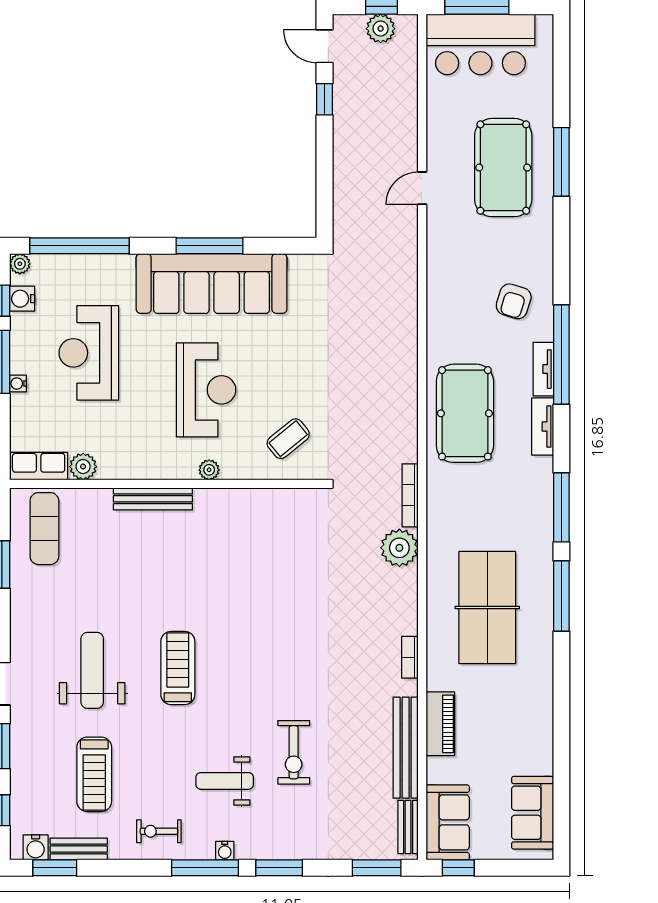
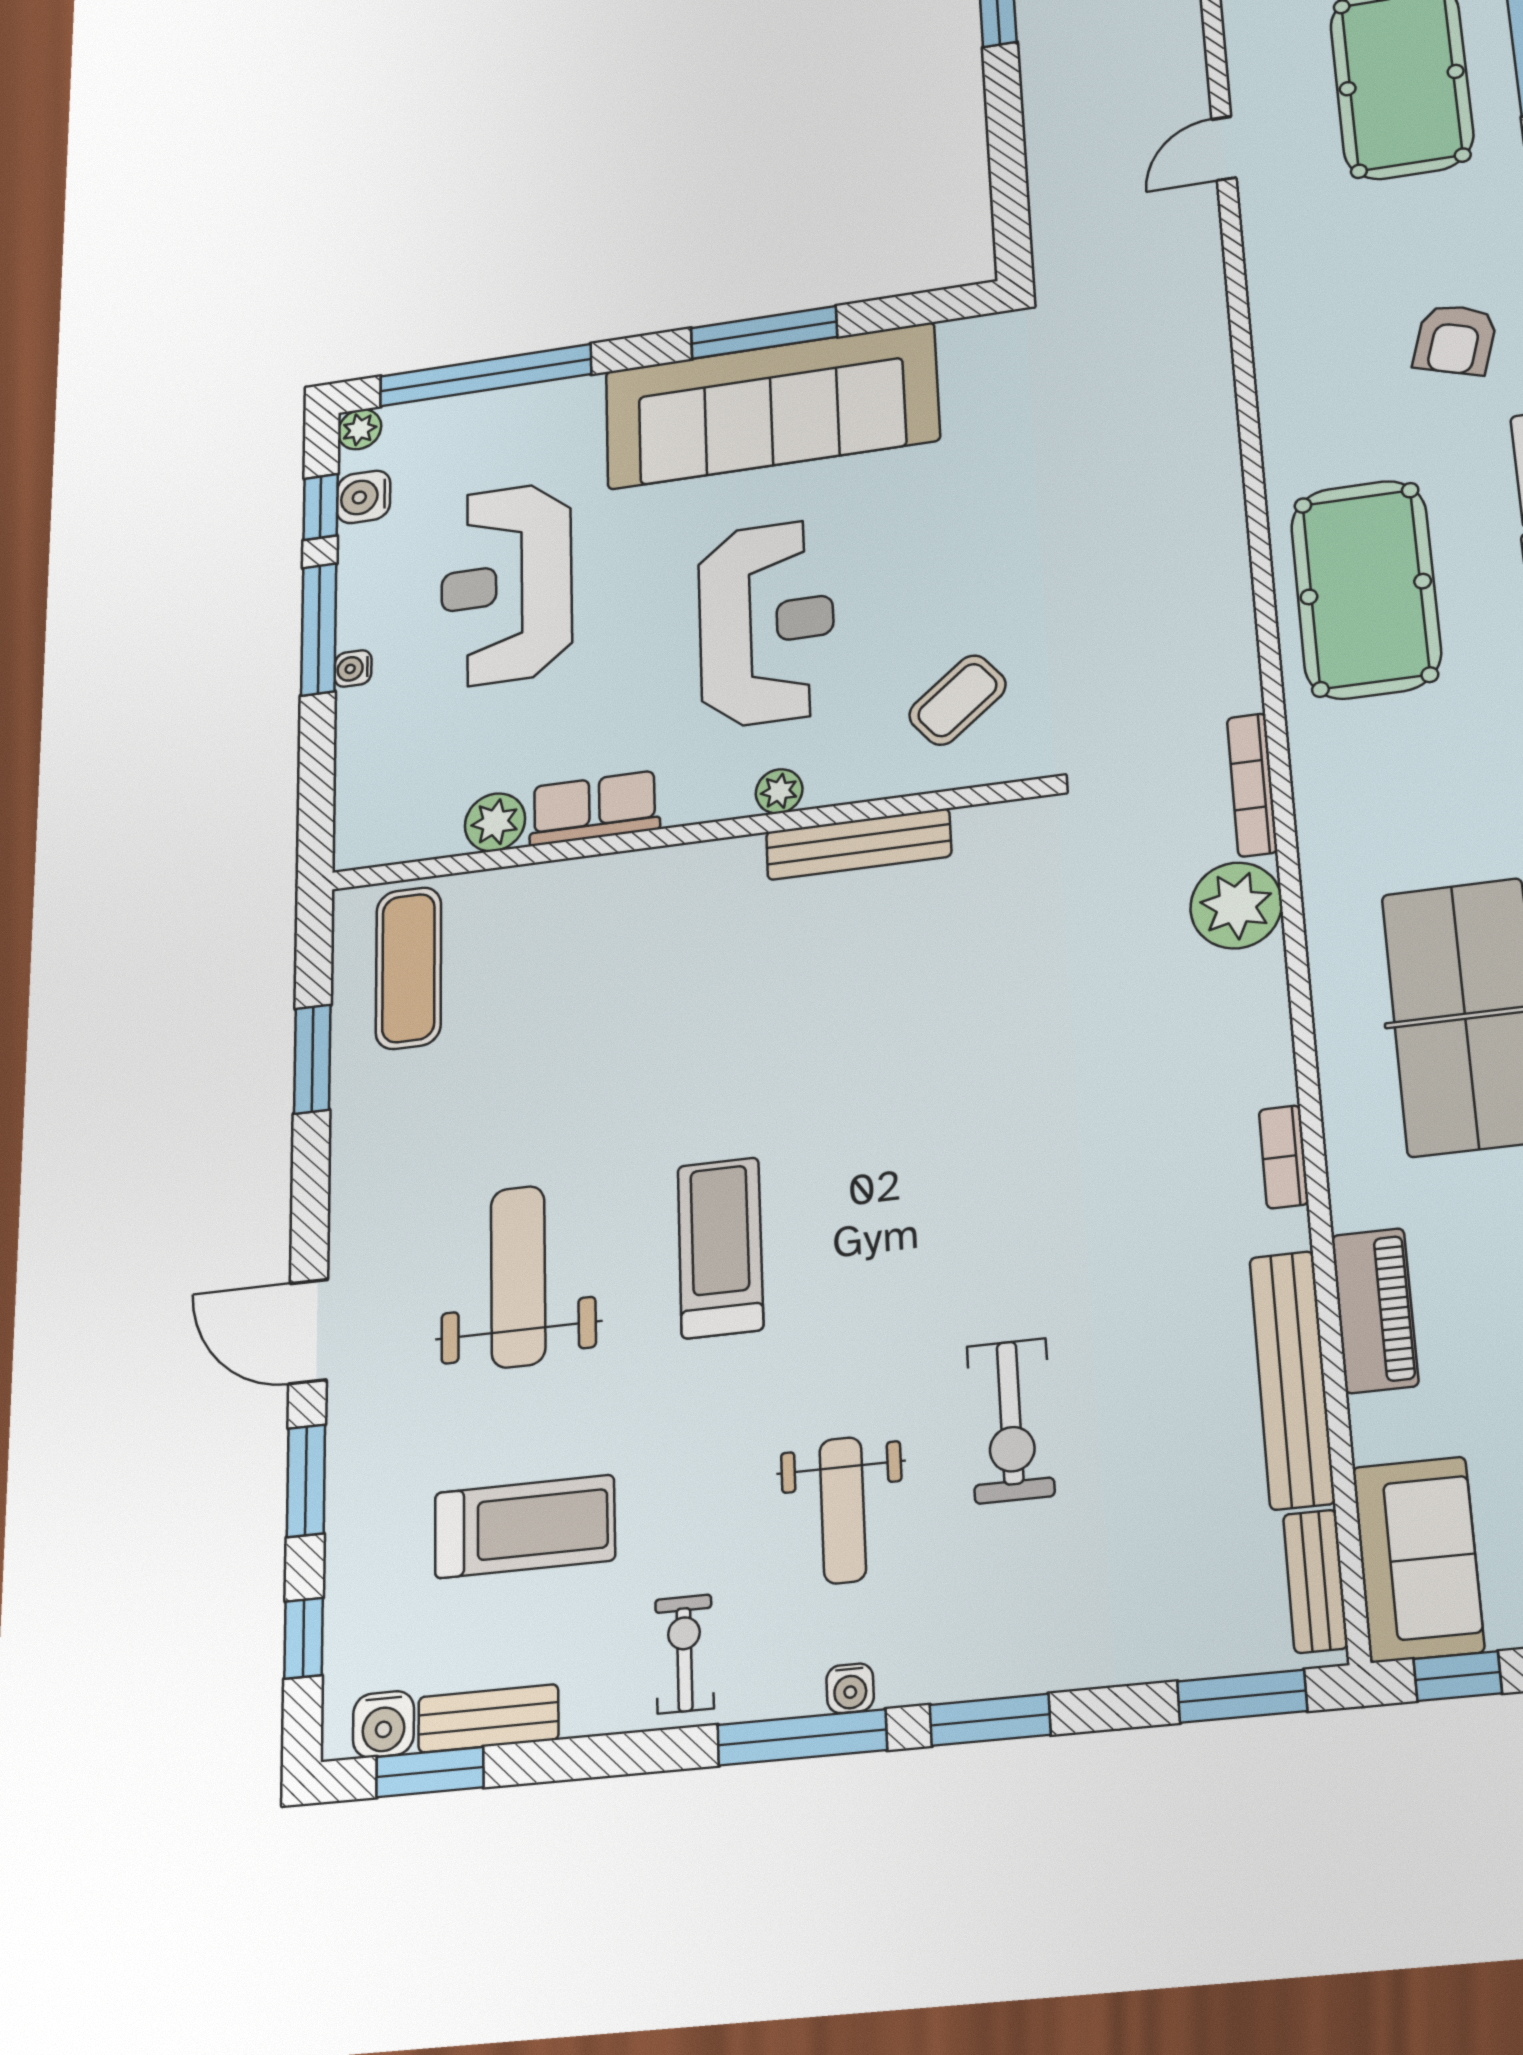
row of seats: (39, 466) -> (594, 808), moved
bench: (153, 499) -> (858, 844), moved
treadmill: (94, 774) -> (525, 1527), turned -90
weight bench: (225, 781) -> (843, 1510), turned -90
exercise bike: (159, 831) -> (684, 1654), turned 90

